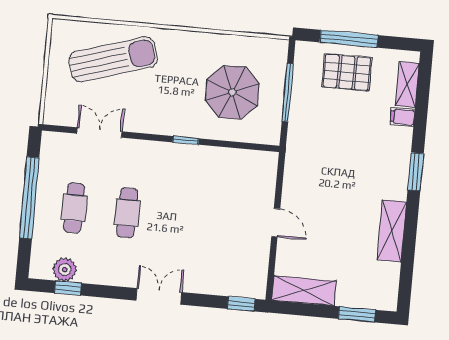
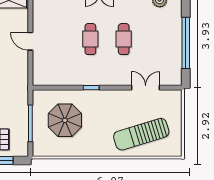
double door: (100, 133) -> (146, 88), swing flipped
cafe table: (74, 208) -> (90, 39), moved

